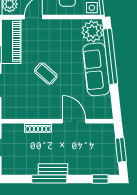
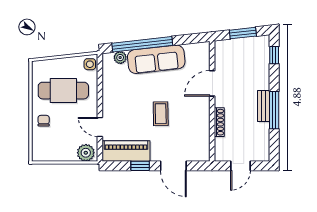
plant: (92, 31) -> (120, 58), width x0.53, depth x0.53
coffee table: (46, 74) -> (161, 114), turned -42

